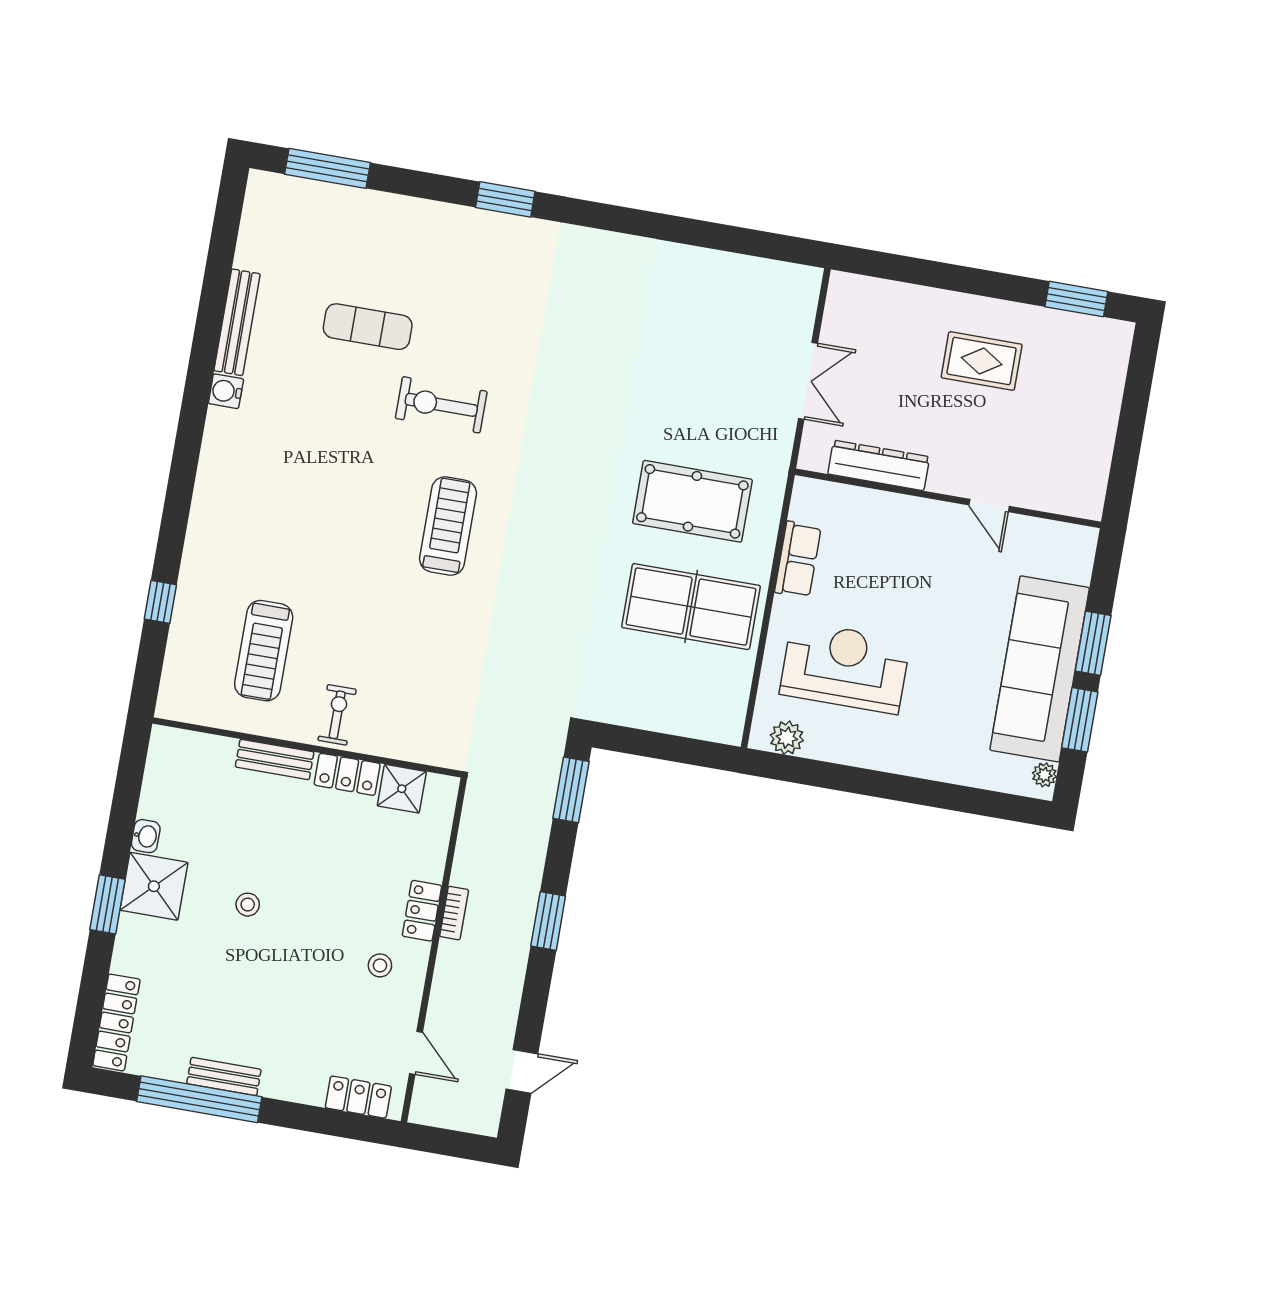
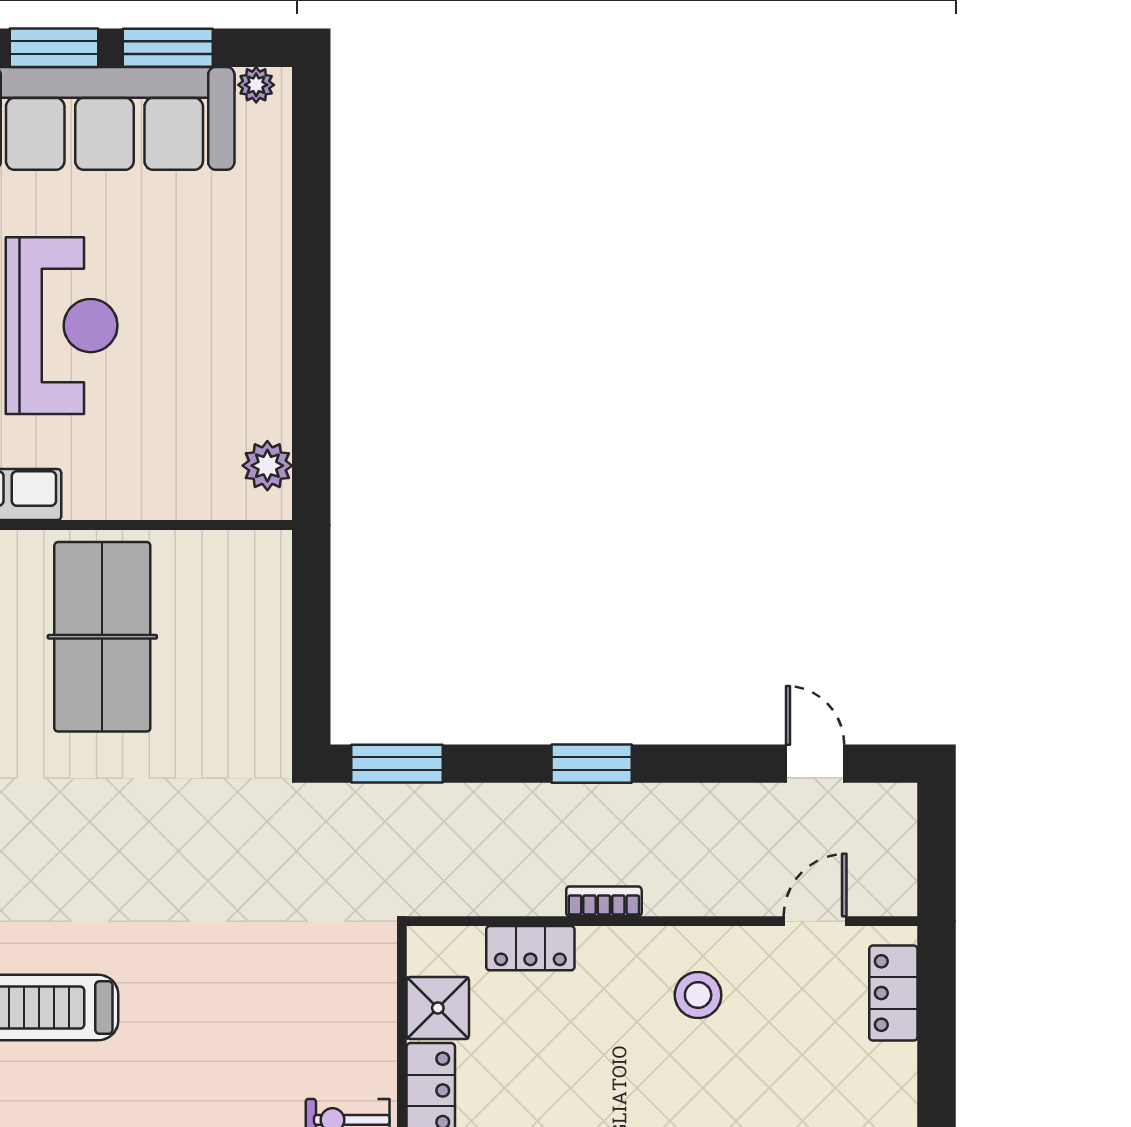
reception desk: (845, 667) -> (62, 326), moved, turned 180
locker: (422, 911) -> (530, 948), moved
stool: (380, 965) -> (698, 995), width x1.37, depth x1.37

